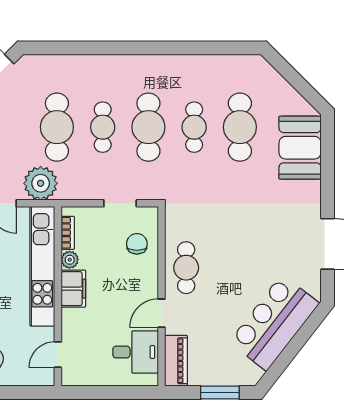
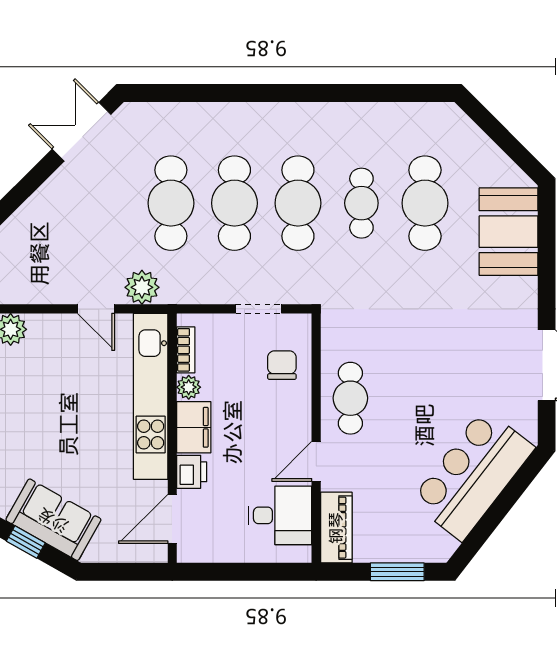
cafe table: (103, 127) -> (234, 203), width x1.37, depth x1.35
plant: (41, 183) -> (142, 287), width x0.73, depth x0.73
printer: (72, 321) -> (192, 472), added
door: (58, 355) -> (172, 519), width x1.38

